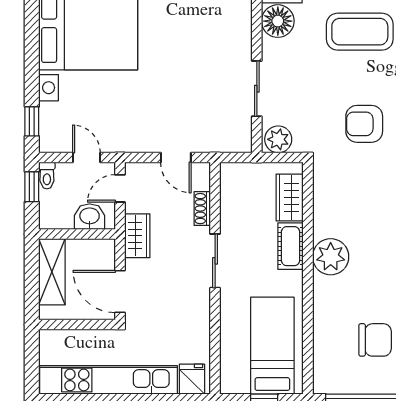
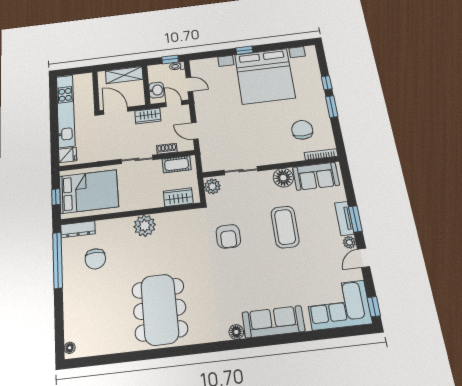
window: (32, 121) -> (244, 50), moved
armchair: (364, 124) -> (228, 236), turned 180
door: (86, 157) -> (189, 84), hinge flipped
door: (176, 157) -> (195, 131), hinge flipped
cot: (291, 246) -> (177, 164), moved
door: (120, 291) -> (116, 111), hinge flipped
bed: (272, 346) -> (89, 192), width x1.50
dresser: (323, 366) -> (78, 229), added

